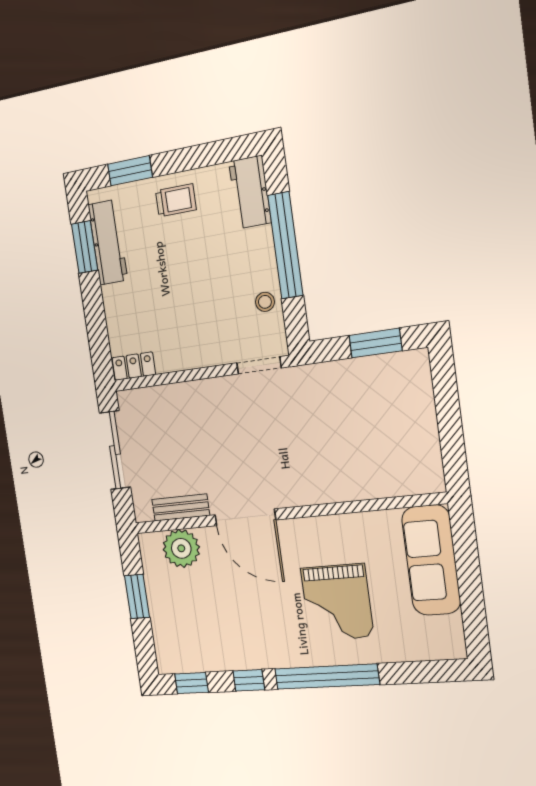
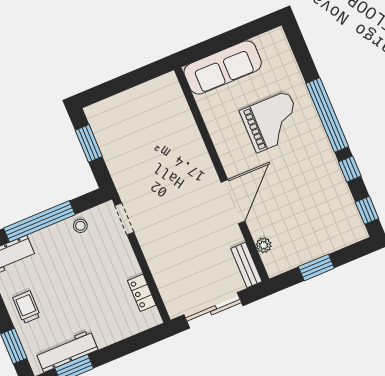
locker: (134, 366) -> (142, 293), moved
bench: (181, 507) -> (246, 265), moved
plant: (181, 548) -> (264, 245), width x0.53, depth x0.53

